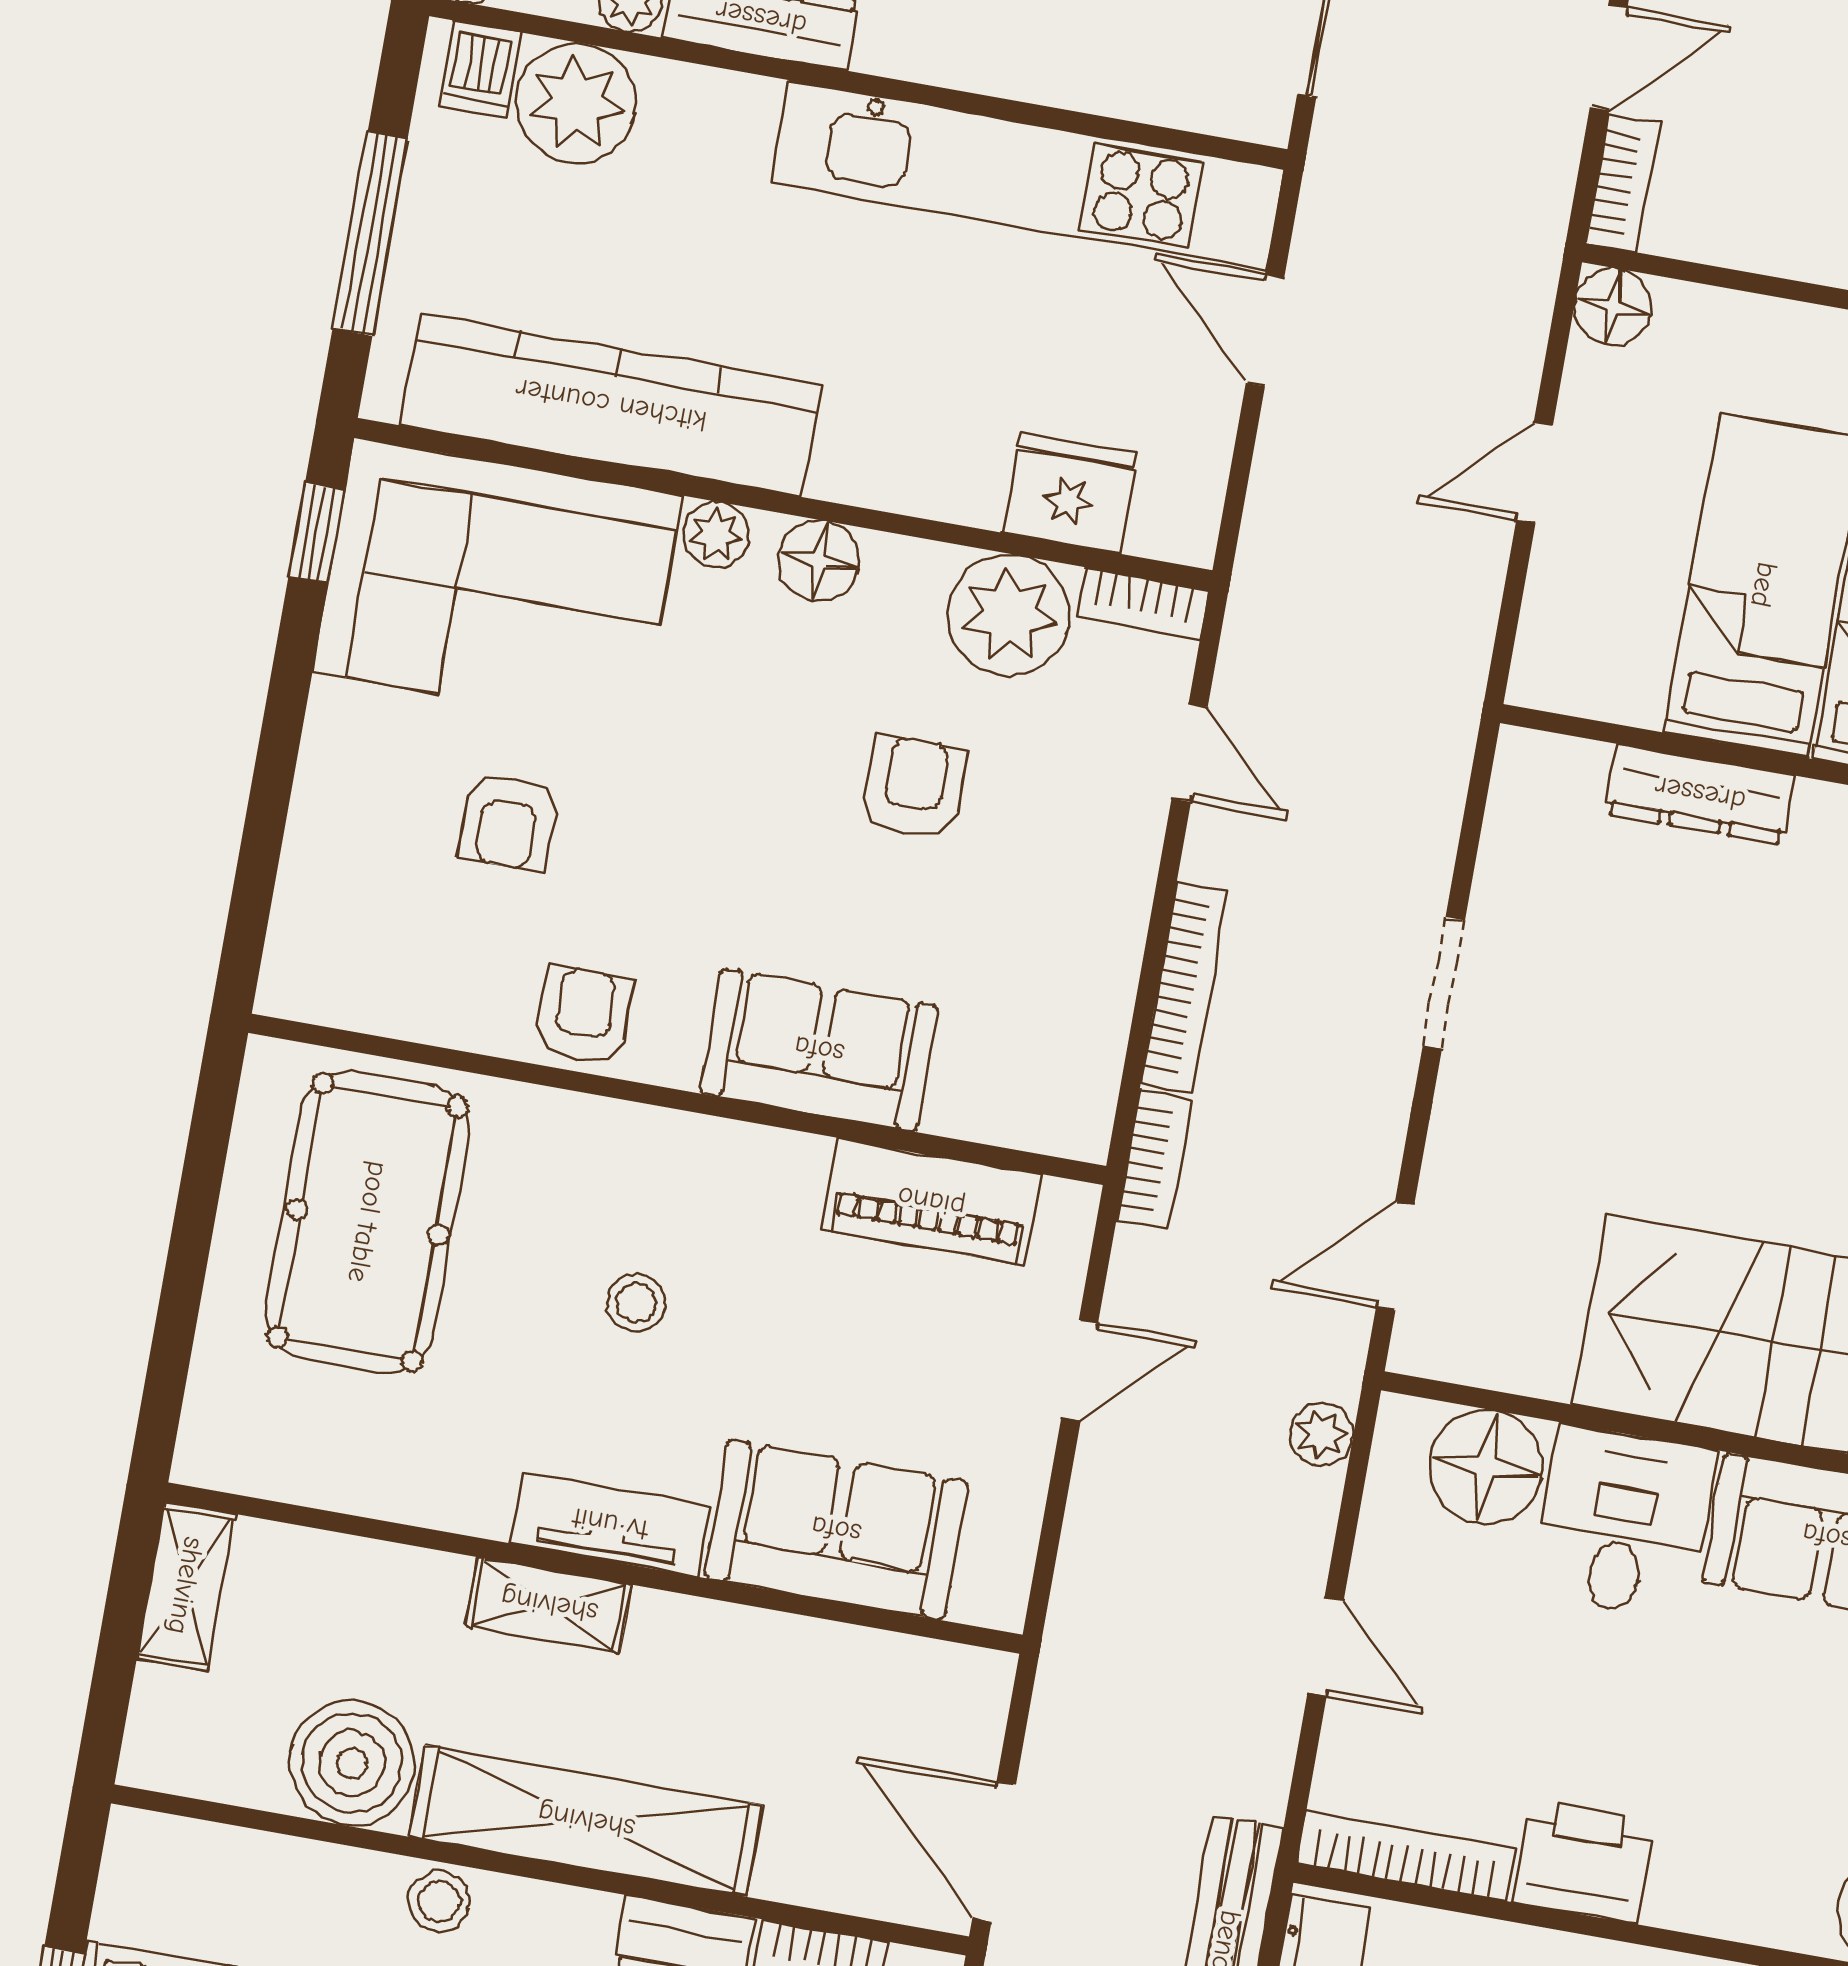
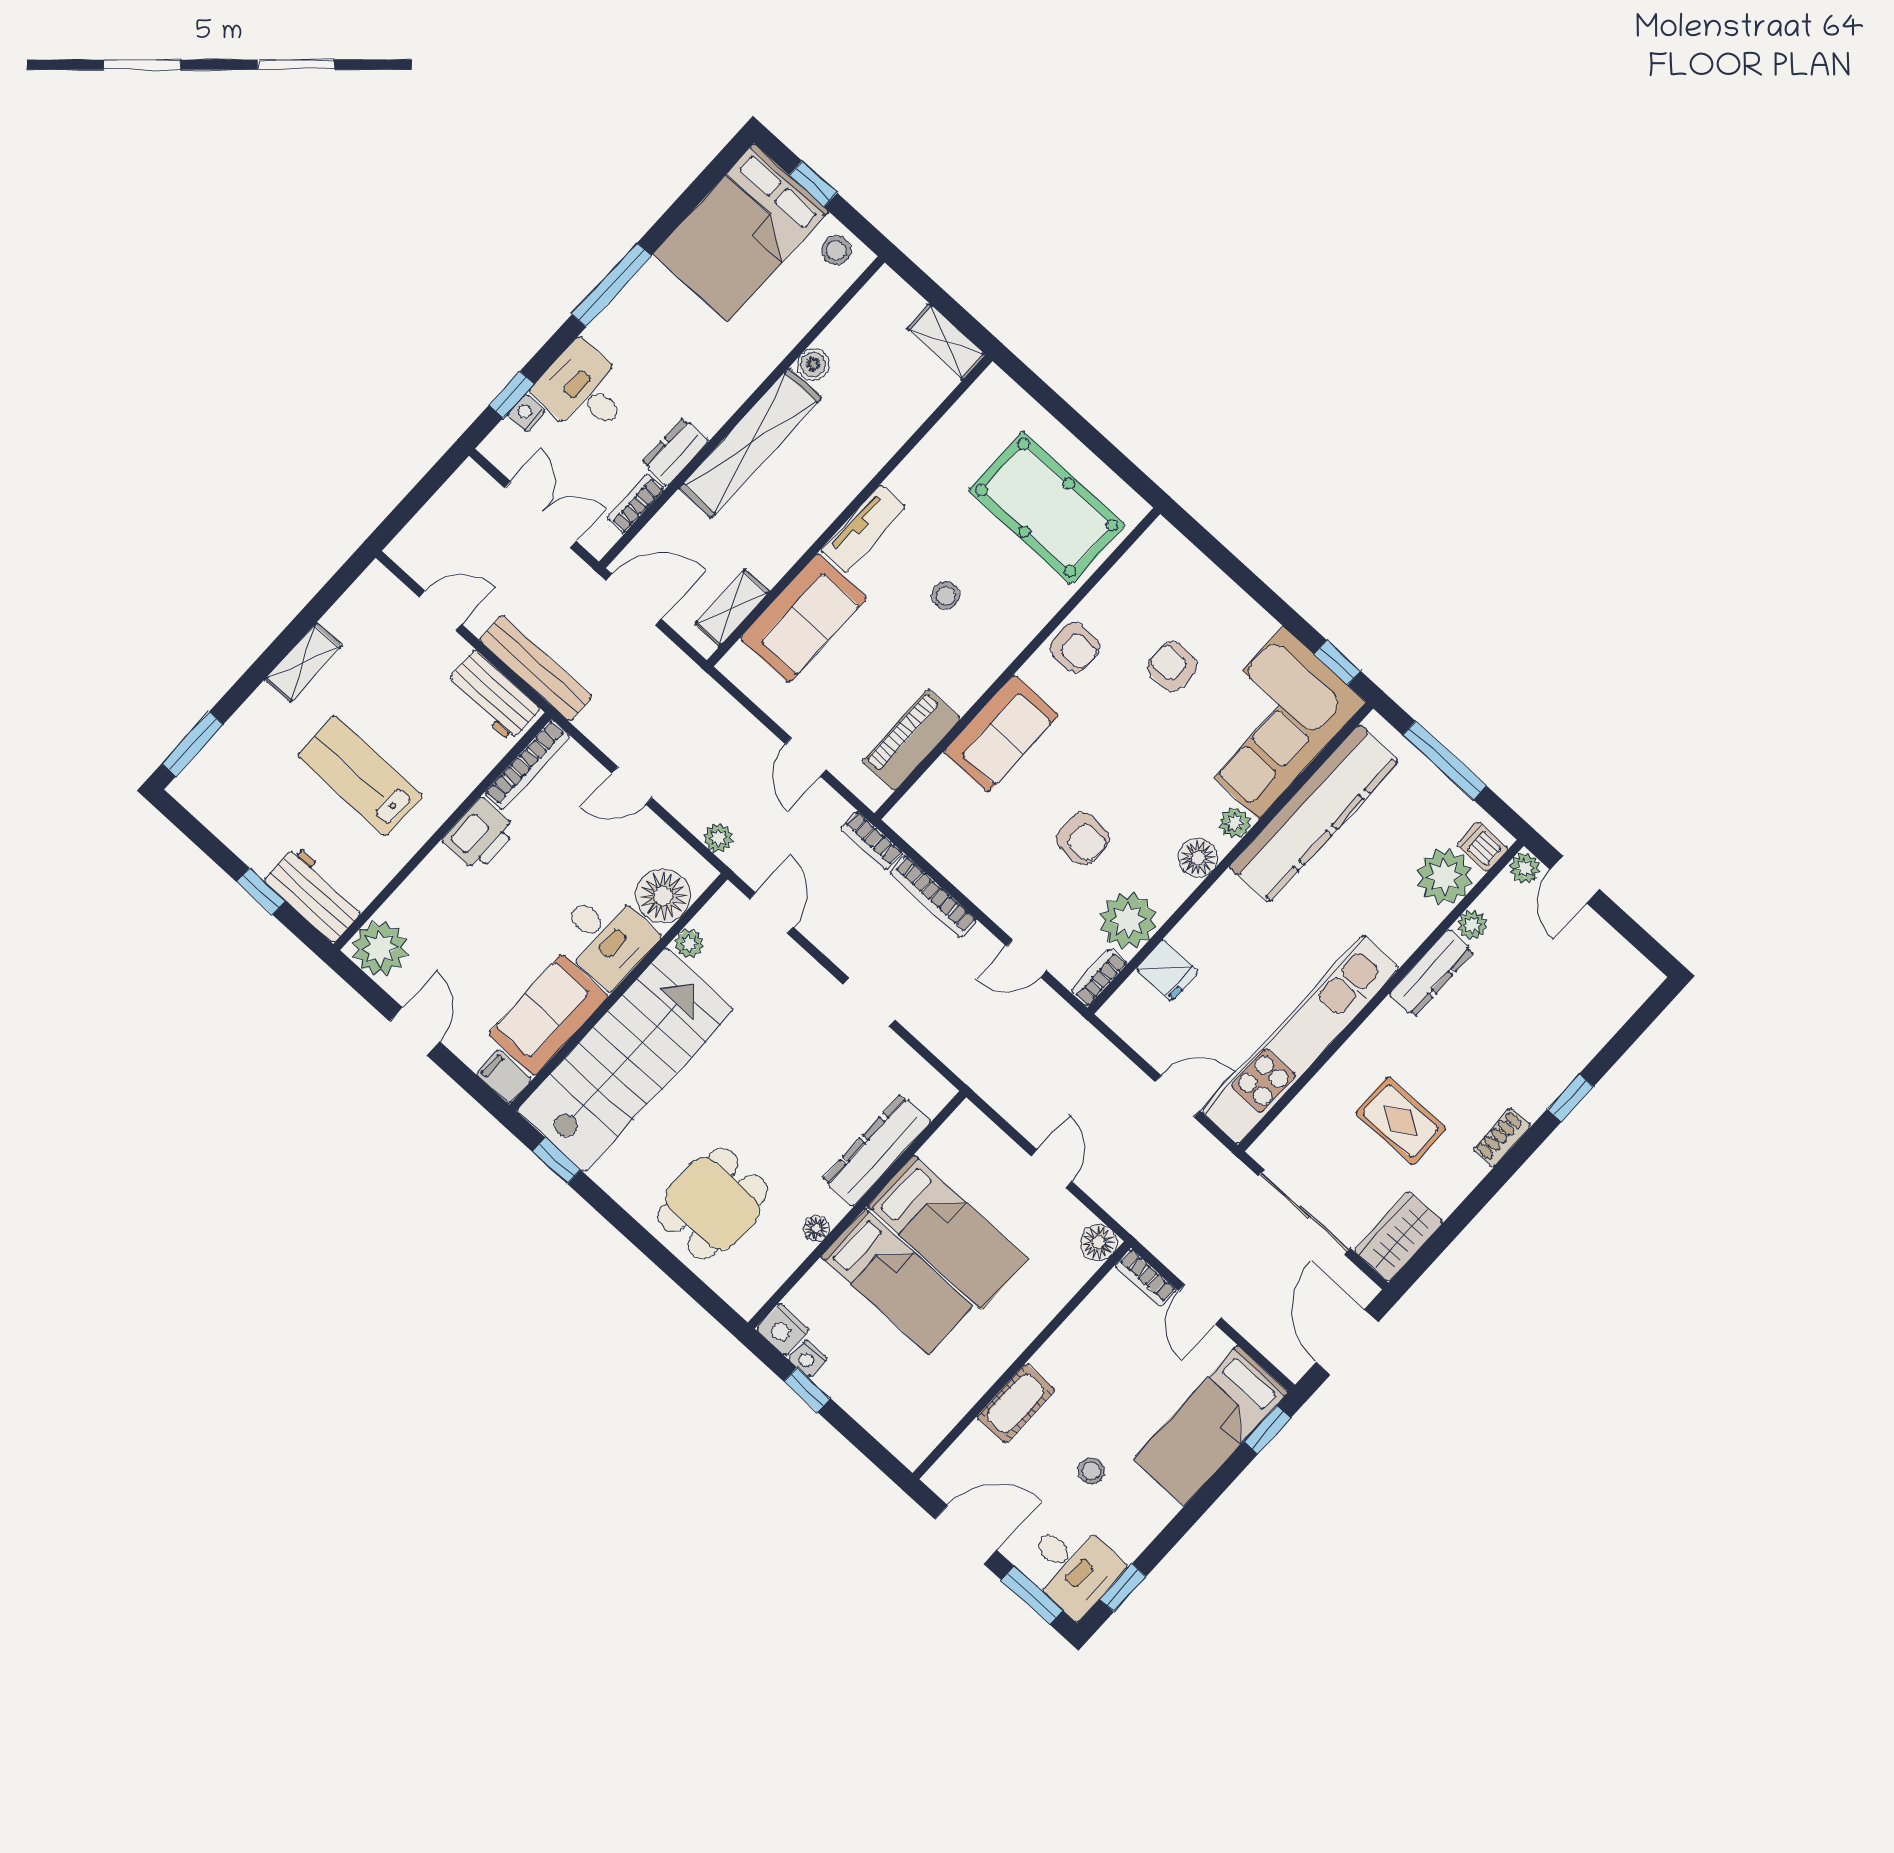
fridge: (1070, 493) -> (1167, 970), width x0.72
dresser: (1700, 794) -> (877, 1151), width x1.37, depth x1.24
plant: (1542, 1368) -> (689, 944), added
shelving: (549, 1605) -> (732, 608), moved
boiler: (352, 1763) -> (813, 364), width x0.54, depth x0.54
stool: (439, 1902) -> (836, 250), moved

